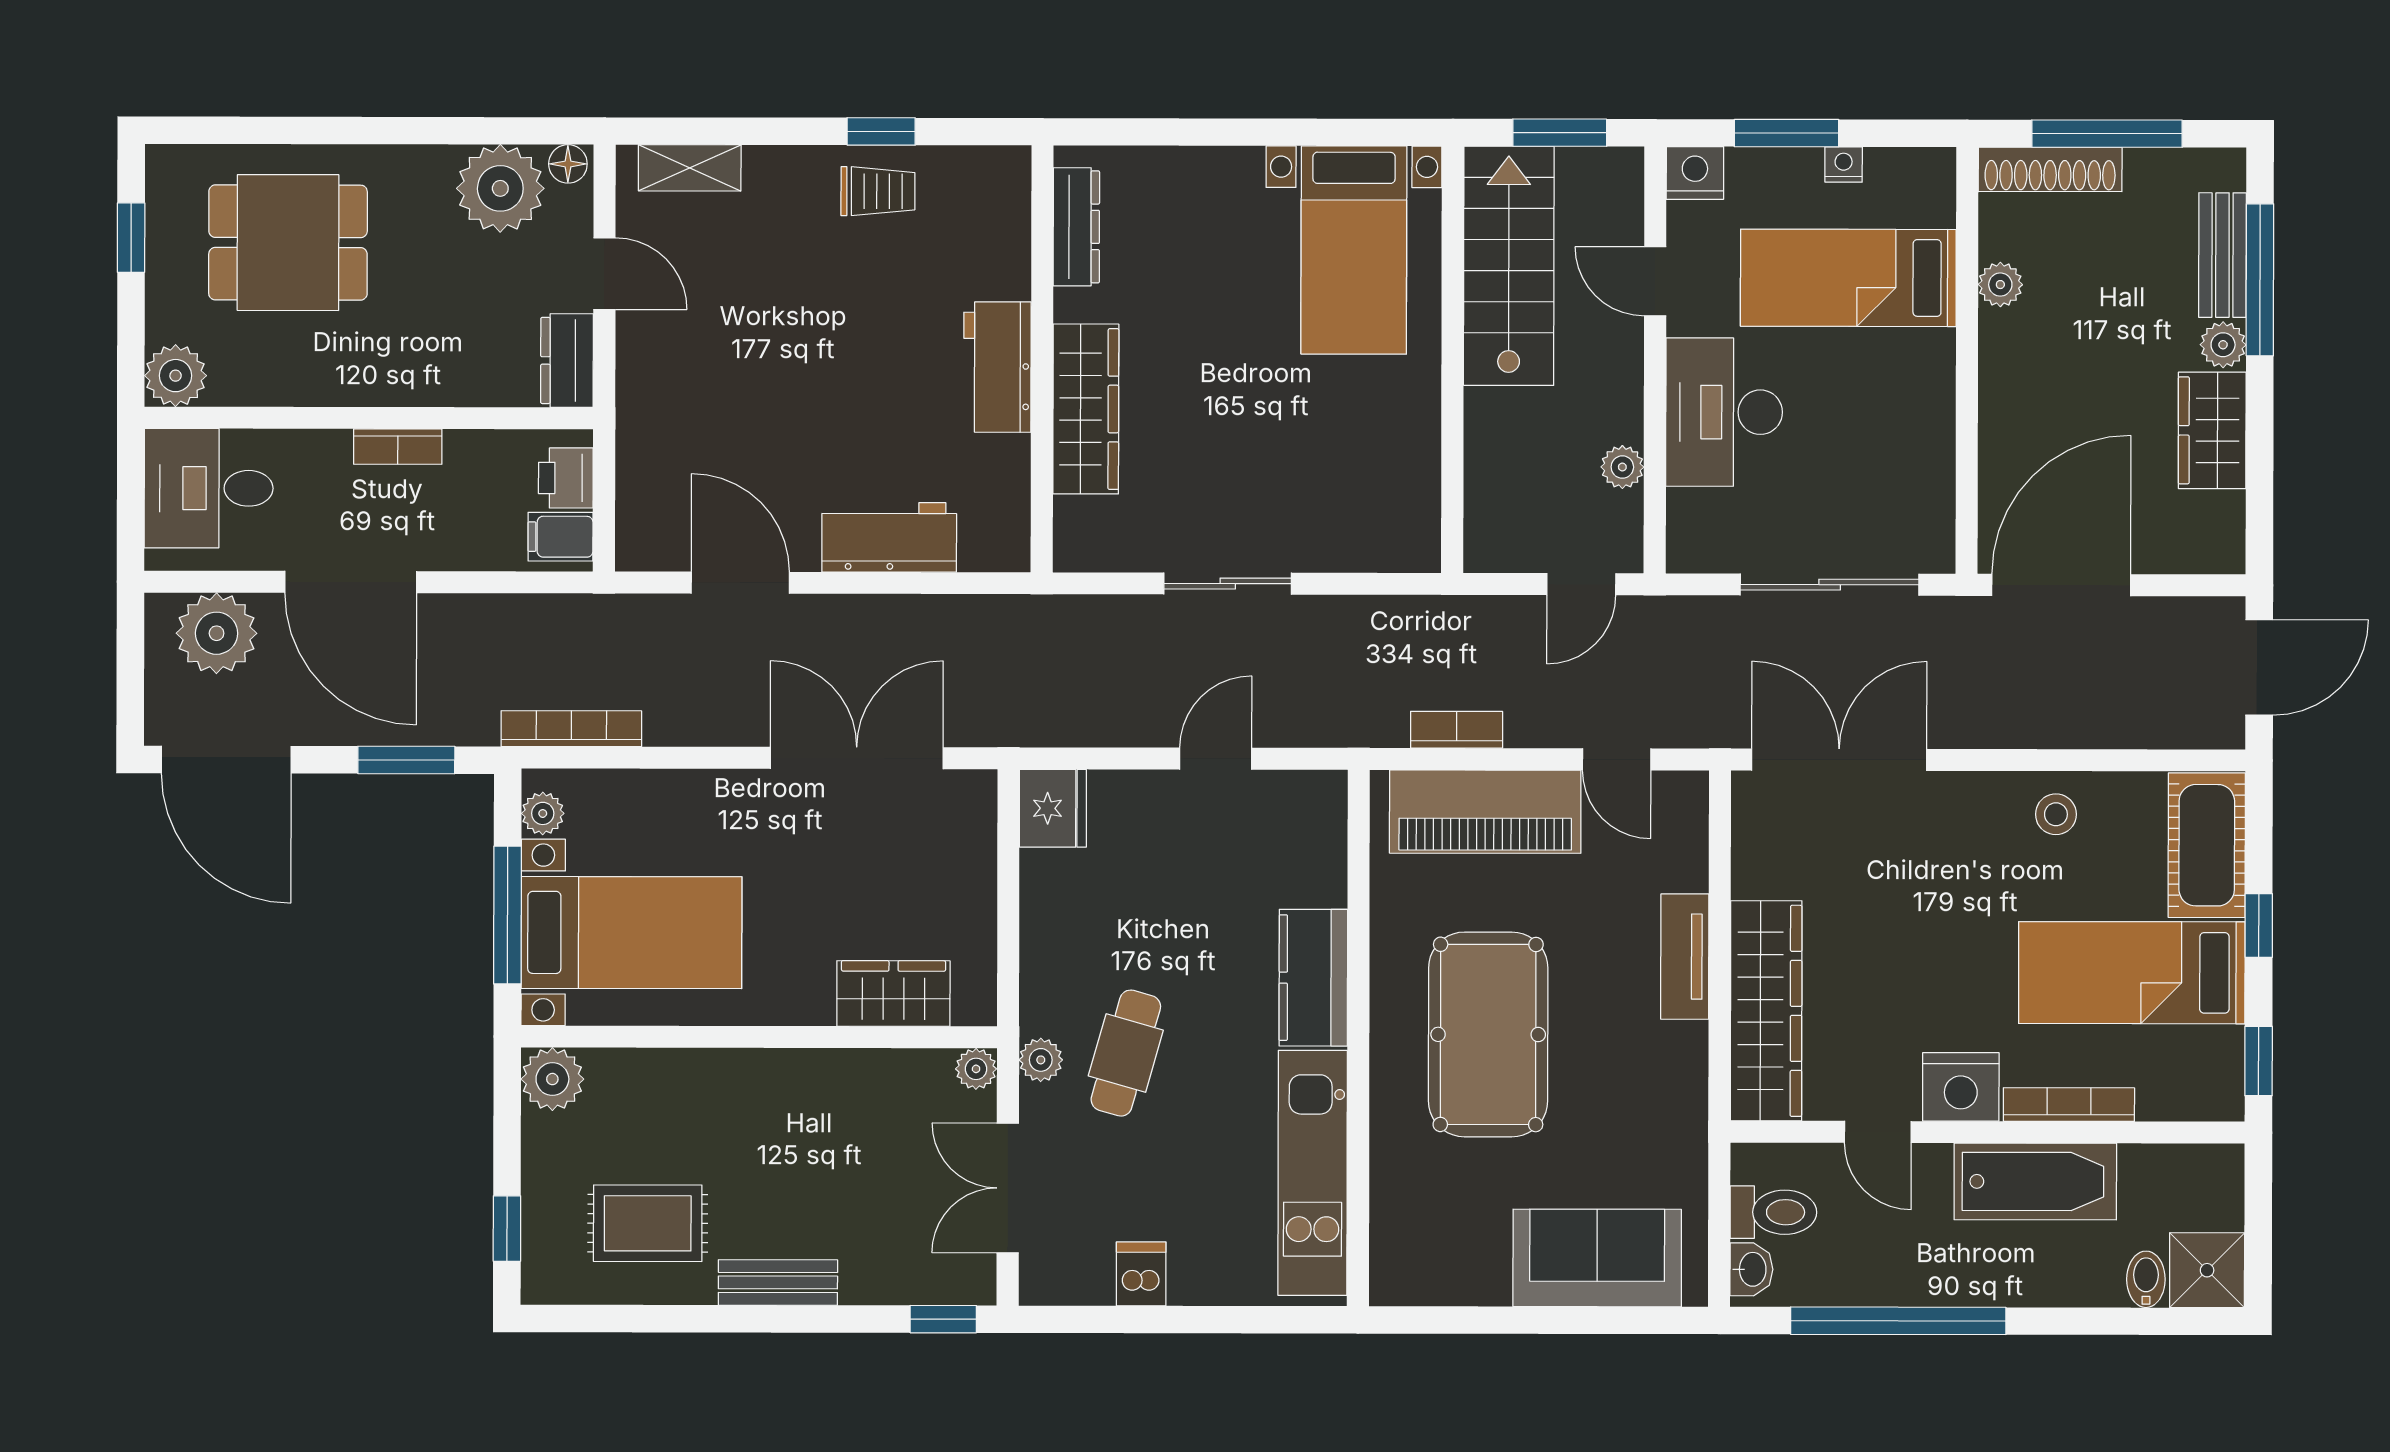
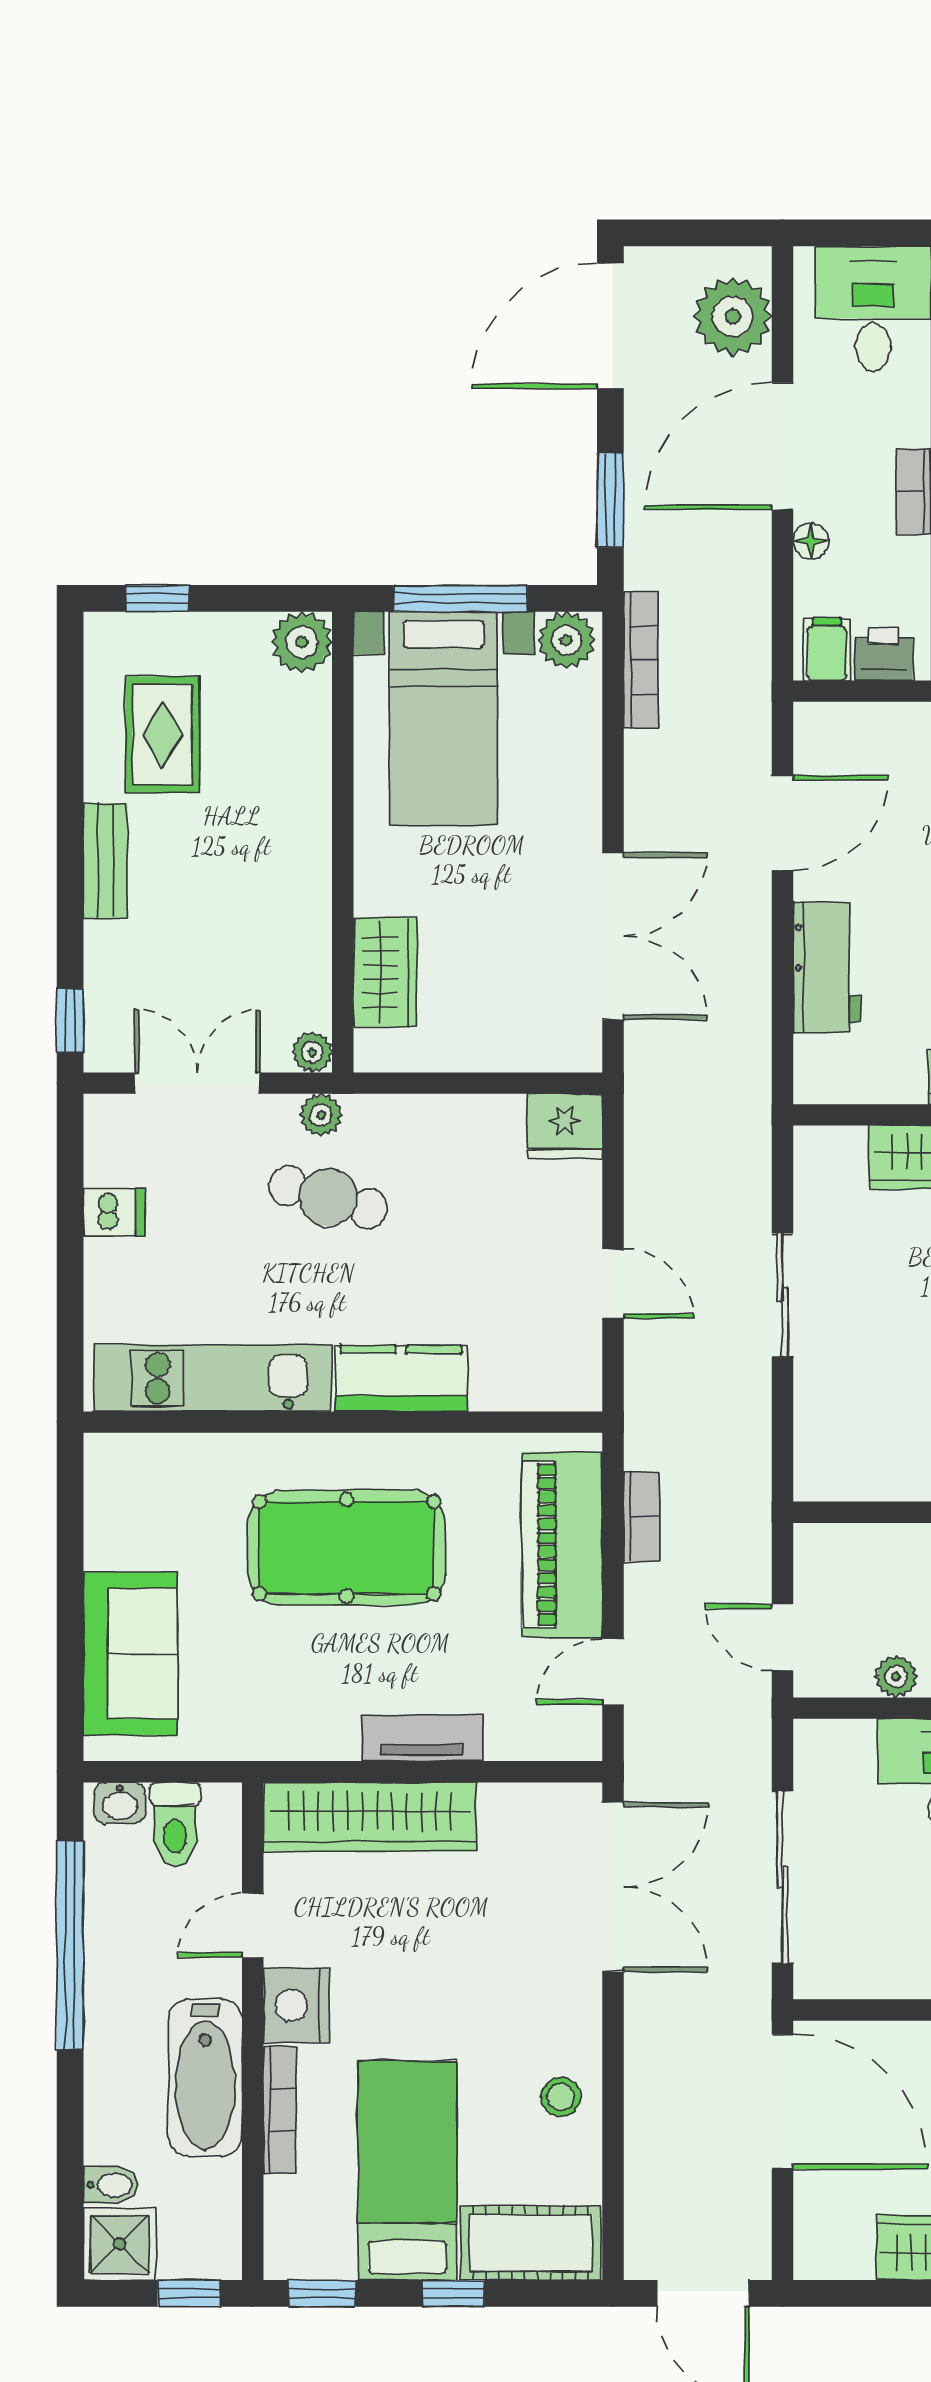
floor lamp: (449, 553) -> (811, 541), added
plant: (543, 813) -> (567, 640), width x1.38, depth x1.38
window: (2258, 1198) -> (189, 2293), added

